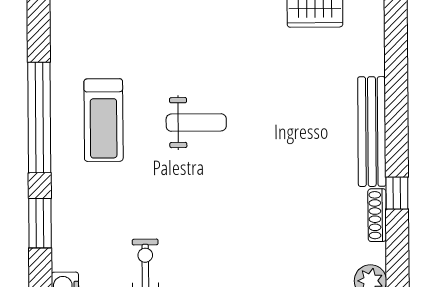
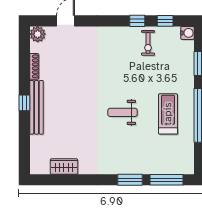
window: (397, 193) -> (24, 103), moved

